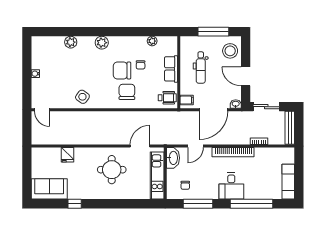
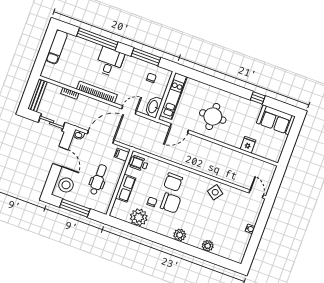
plant: (152, 41) -> (139, 217), width x1.87, depth x1.87

